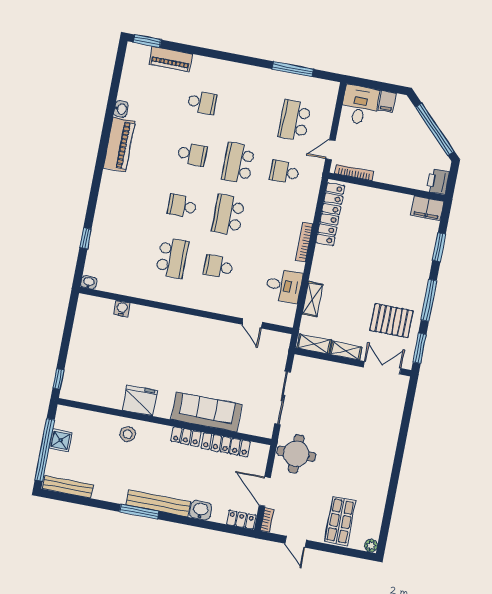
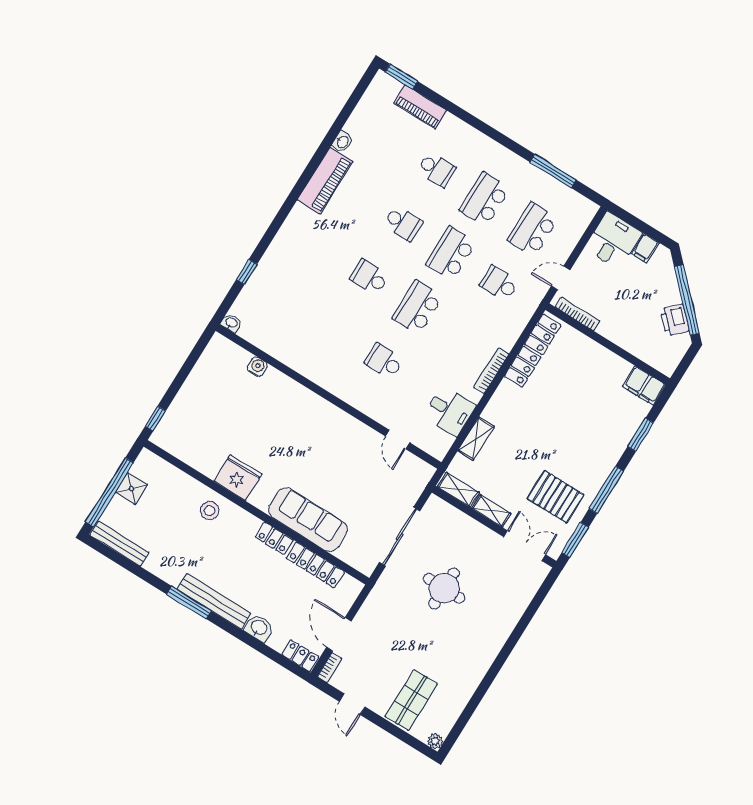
printer: (438, 182) -> (675, 320), moved, turned -45
school desk: (172, 258) -> (485, 199), moved, turned 180
round table: (296, 454) -> (444, 588), moved

